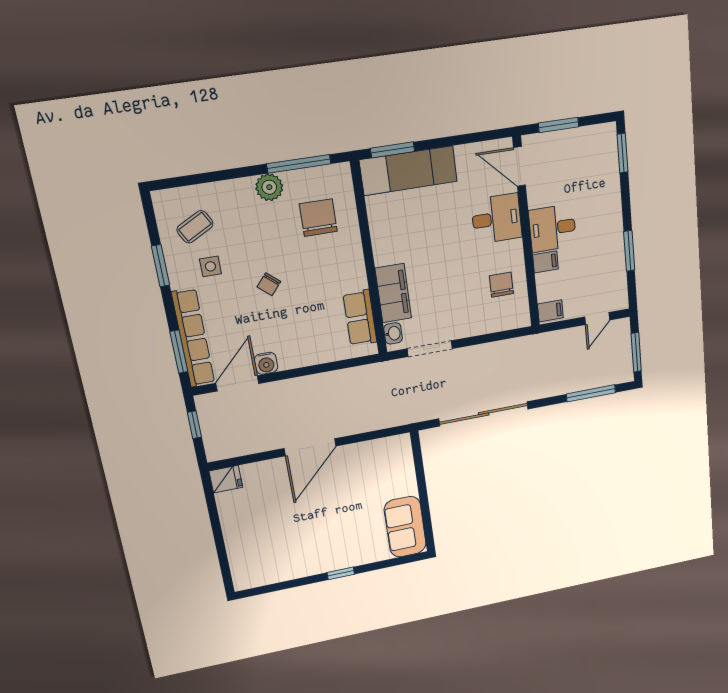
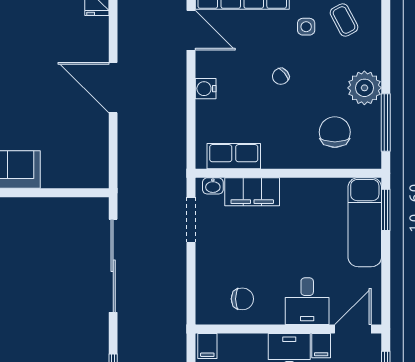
plant: (269, 187) -> (364, 88), width x1.36, depth x1.36
chair: (318, 218) -> (335, 132), turned -90
filing cabinet: (545, 262) -> (321, 346), moved
chair: (269, 284) -> (281, 76), turned -81
water cooler: (266, 363) -> (206, 89), moved

